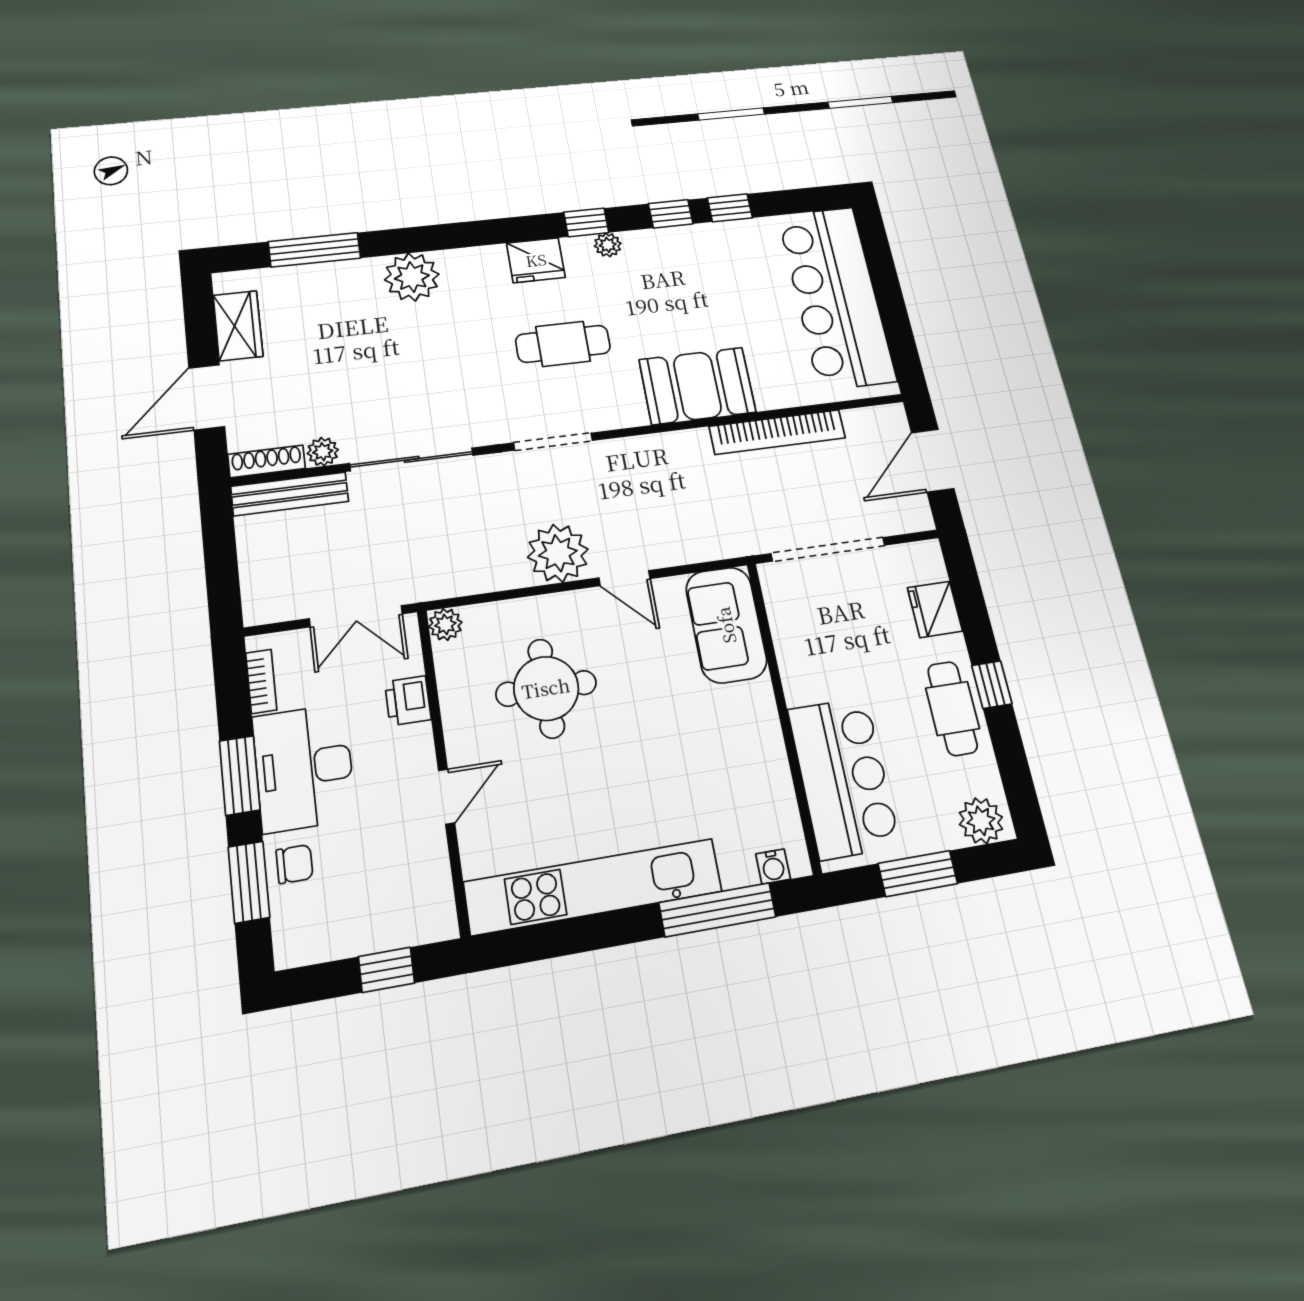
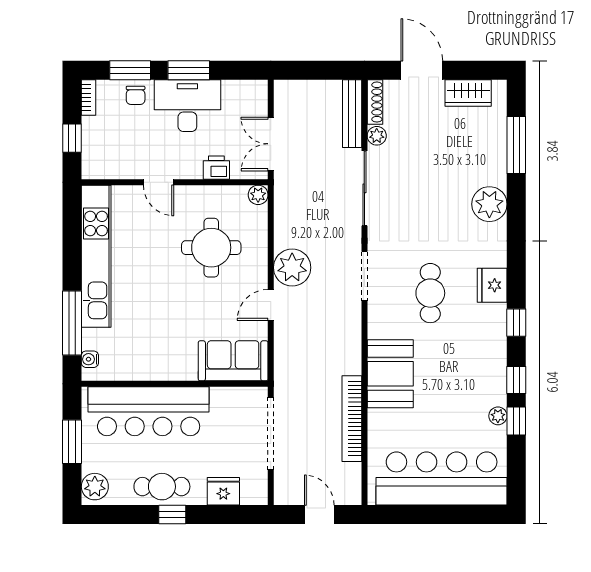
plant: (608, 245) -> (498, 416), moved
door: (933, 461) -> (319, 515), width x0.73
bookcase: (261, 681) -> (89, 97), moved, turned -90
bar counter: (843, 777) -> (149, 411), width x1.36

